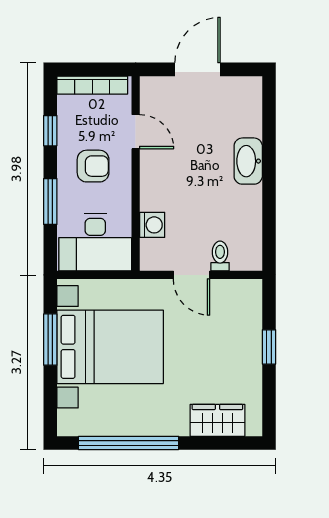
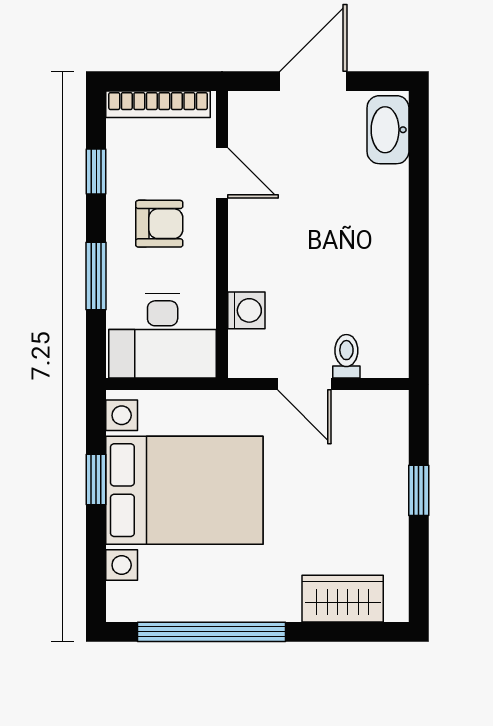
washbasin: (248, 161) -> (388, 130), moved
window: (50, 340) -> (96, 480), width x0.67

